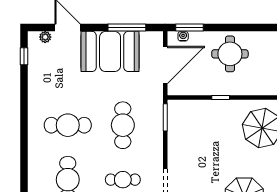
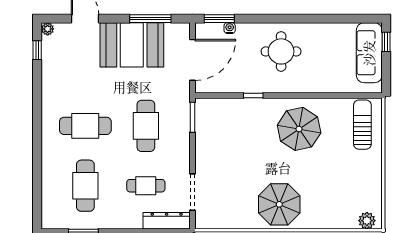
water cooler: (183, 36) -> (230, 28), moved
plant: (45, 37) -> (48, 29), moved
round table: (230, 54) -> (281, 51), moved

